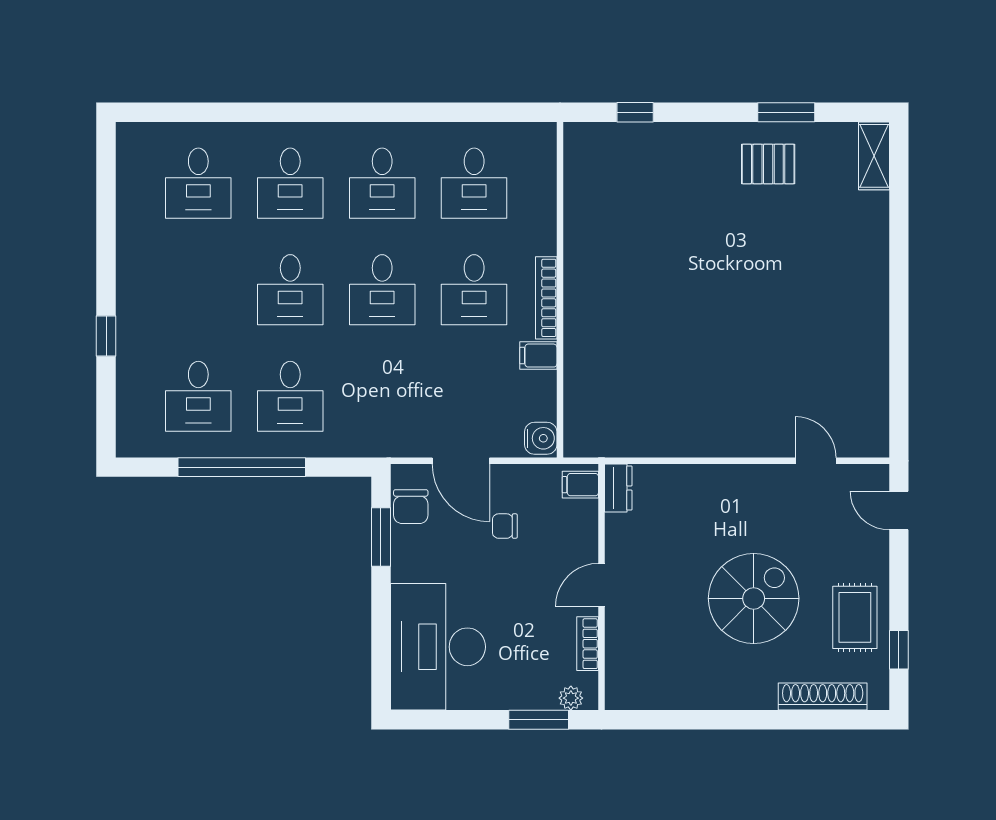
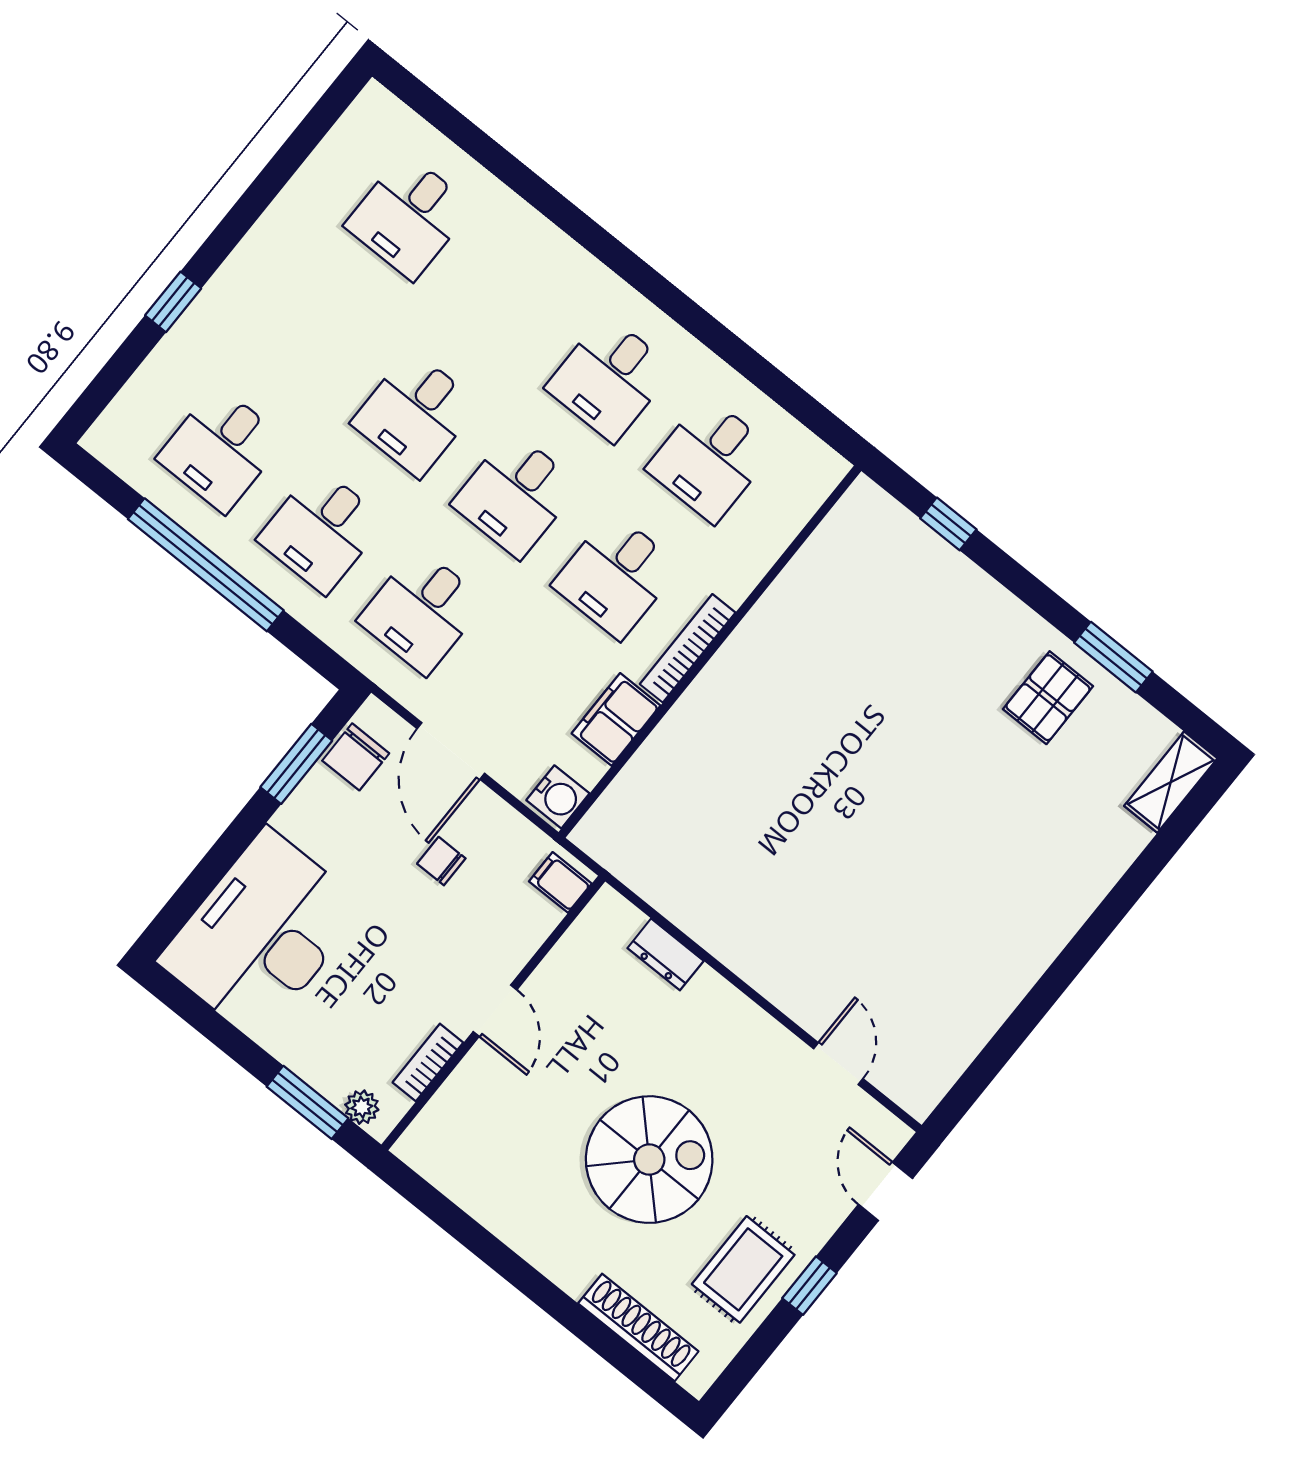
pallet: (768, 164) -> (1048, 698), turned 90
desk: (290, 183) -> (422, 611), moved
filing cabinet: (538, 356) -> (616, 719), width x2.00
dresser: (618, 488) -> (666, 954), moved, turned 90
door: (602, 585) -> (495, 1011), swing flipped
window: (899, 650) -> (809, 1286), moved

